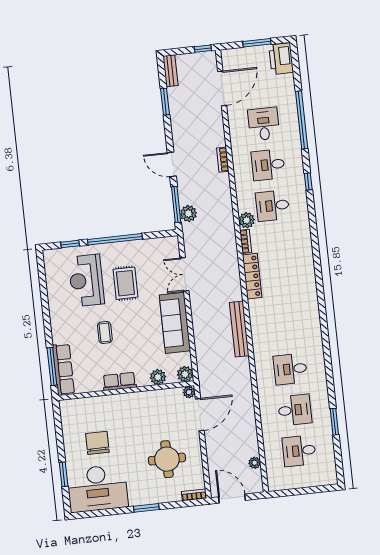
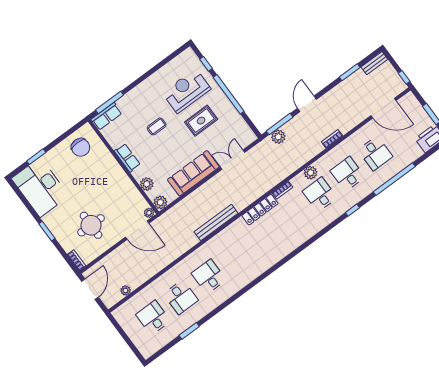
desk: (264, 124) -> (375, 153), turned 90
plant: (247, 220) -> (311, 173), moved
row of seats: (63, 370) -> (107, 116), width x0.68
chair: (97, 443) -> (81, 147), moved, turned 90

